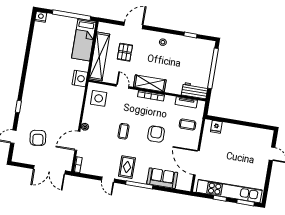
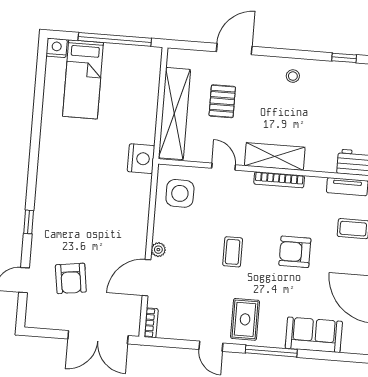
bed: (84, 40) -> (83, 79), moved
armchair: (156, 134) -> (295, 252), turned -90

